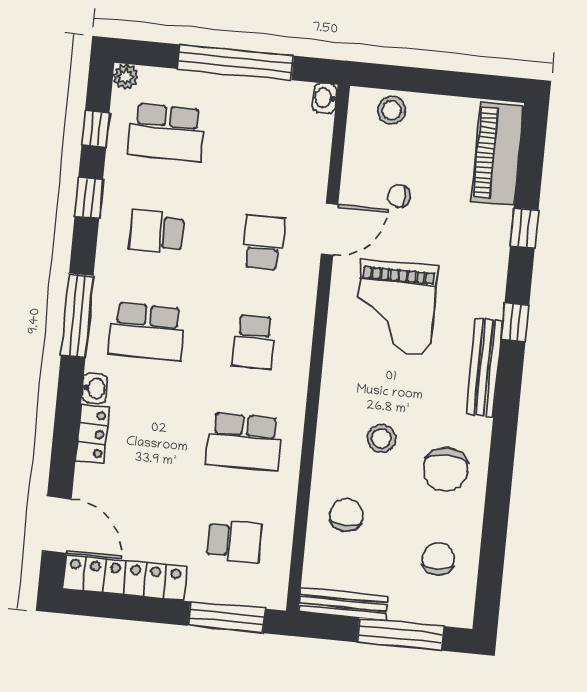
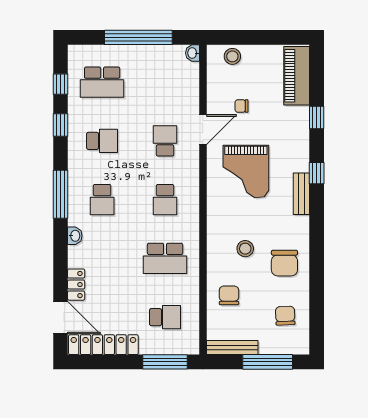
plant: (126, 77) -> (75, 52), removed
school desk: (157, 232) -> (102, 141), turned 180
school desk: (147, 332) -> (102, 200), width x0.54
bench: (485, 368) -> (301, 194), width x0.73
locker: (92, 434) -> (76, 285), moved

